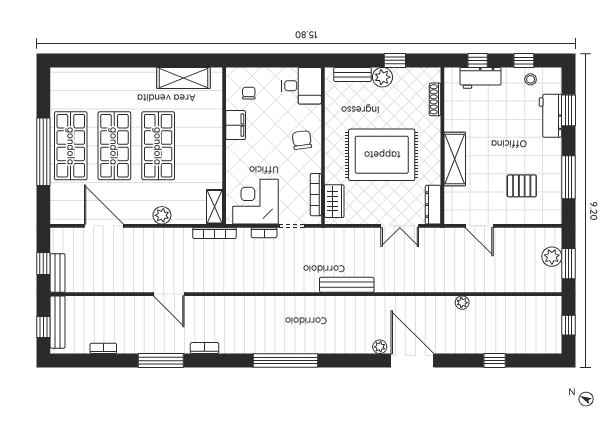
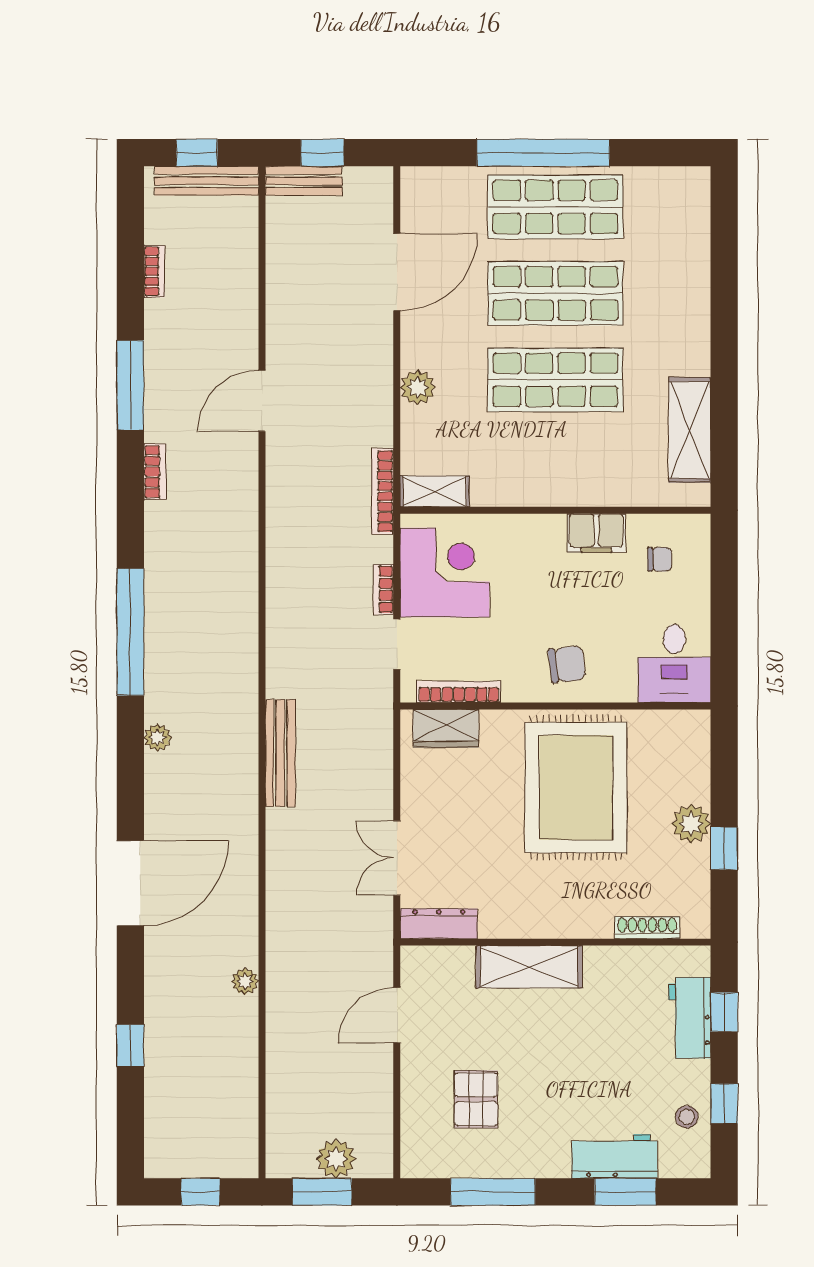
bench: (353, 74) -> (696, 764), removed
rug: (382, 155) -> (576, 787), moved
plant: (380, 347) -> (158, 738), moved

